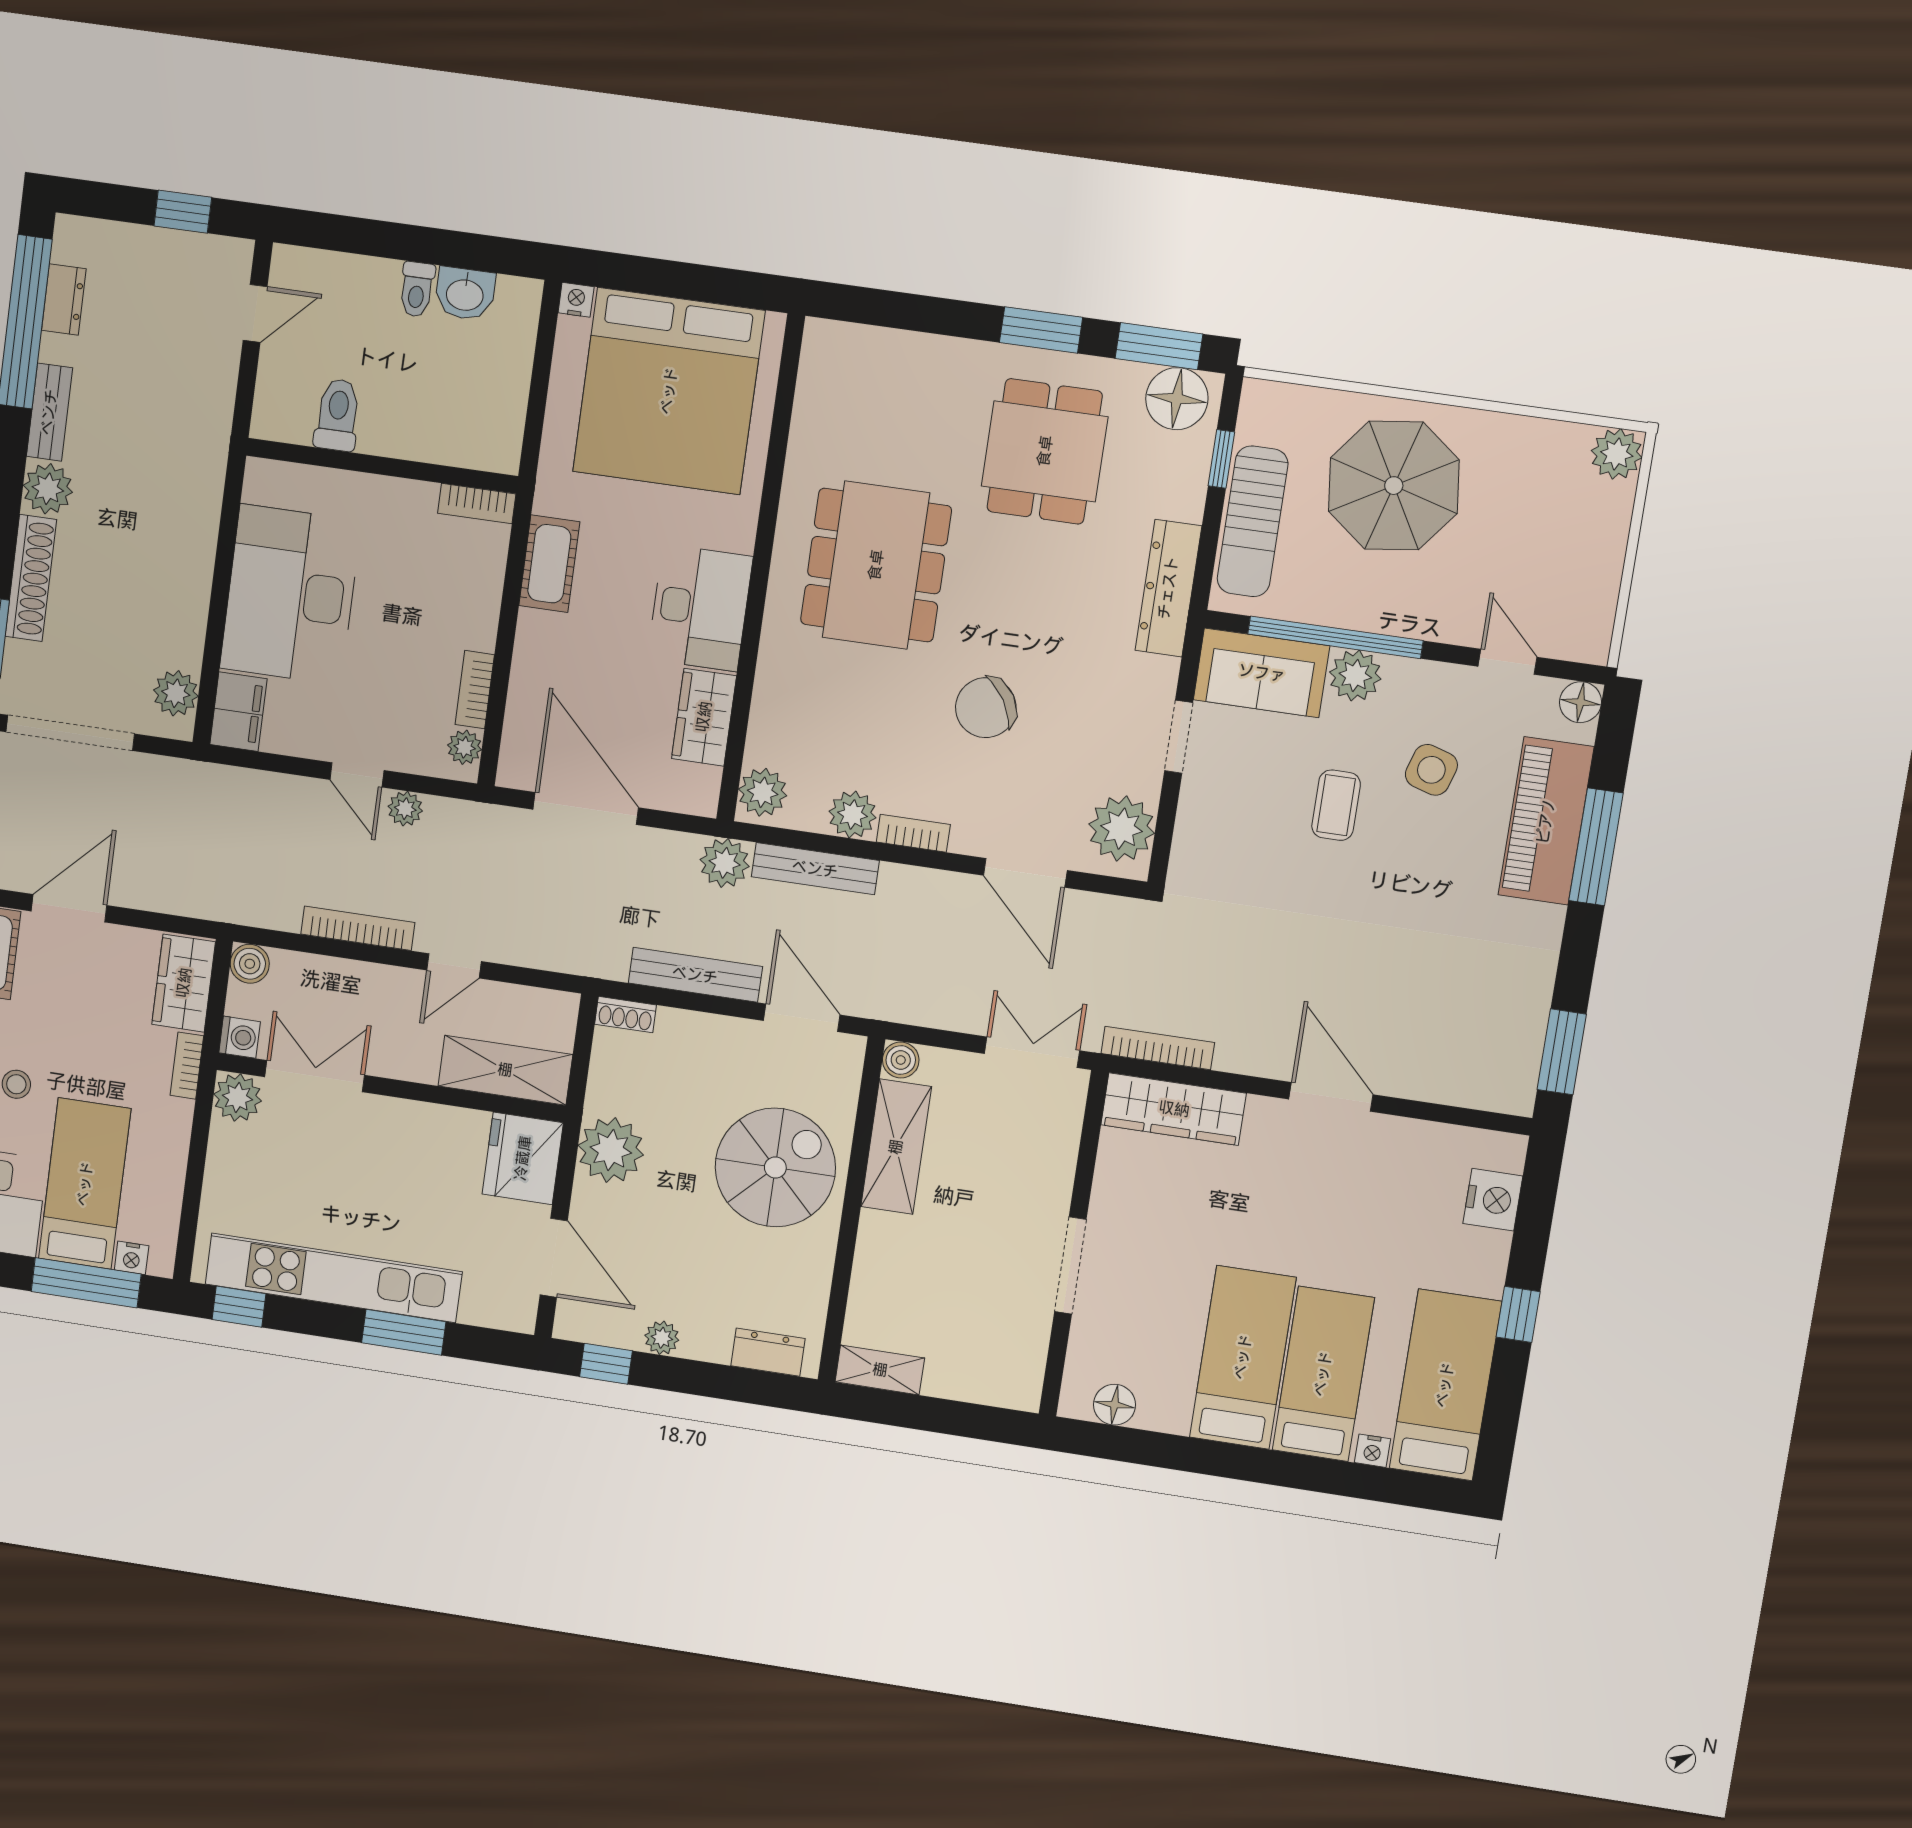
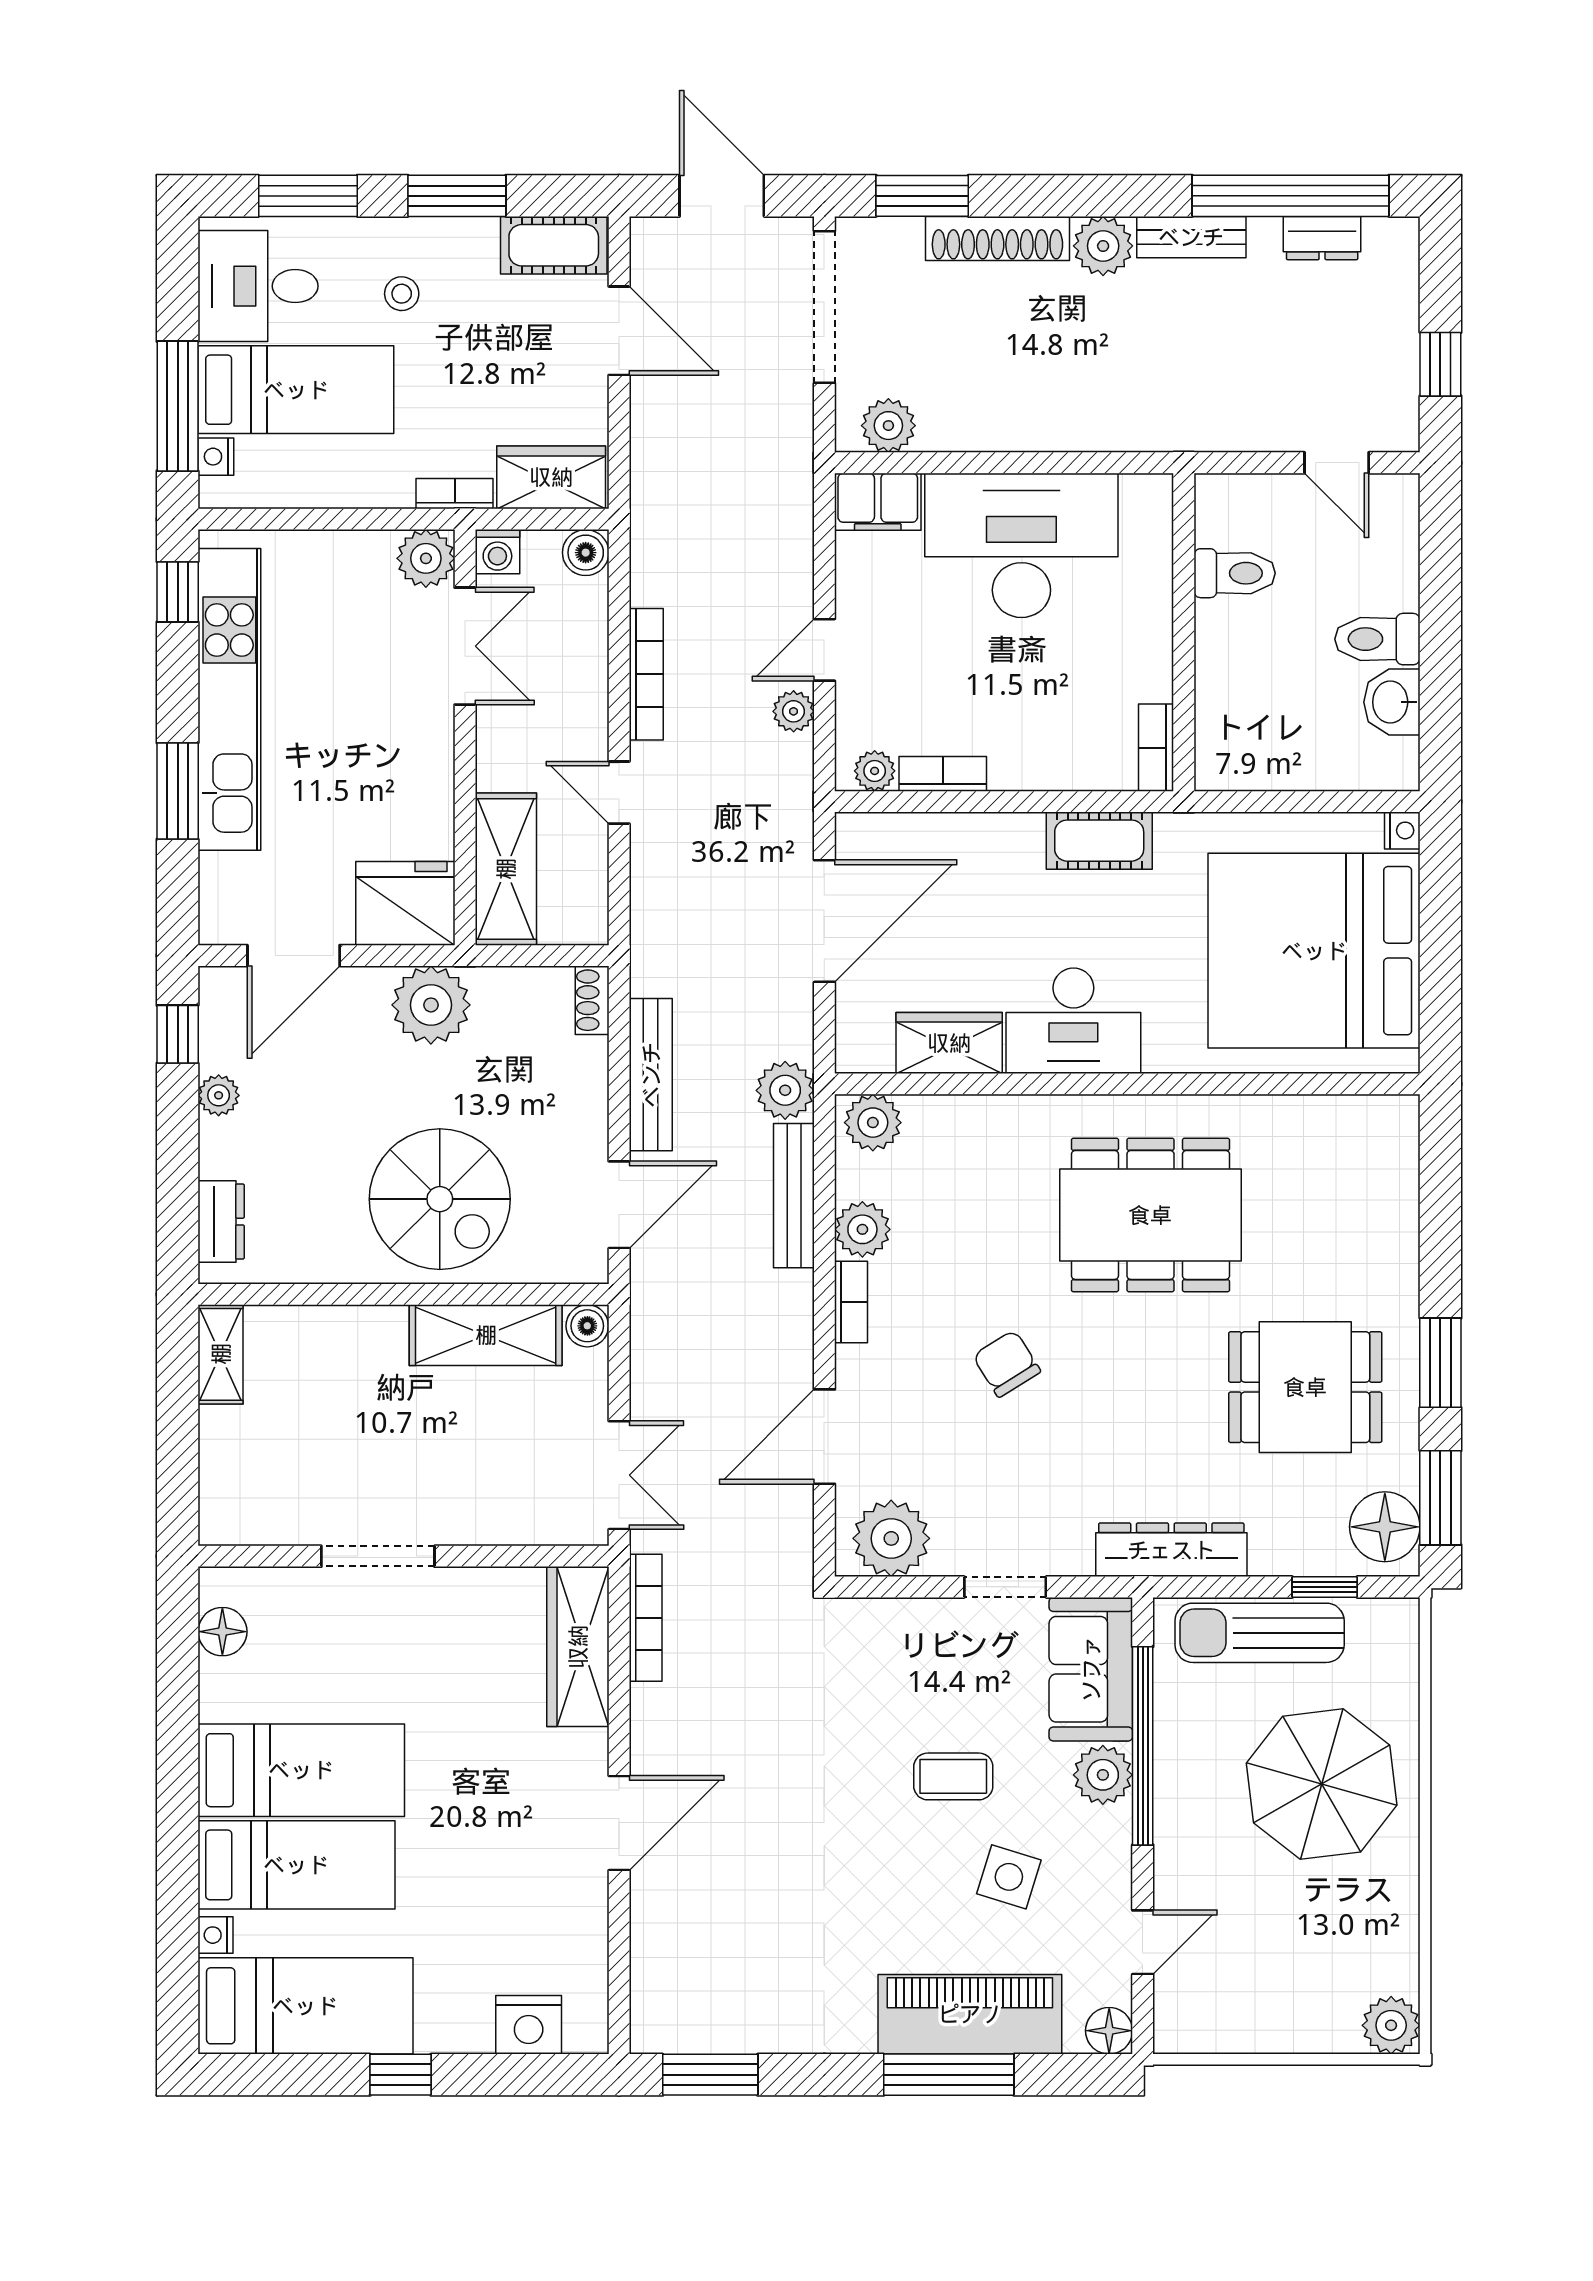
toilet: (417, 289) -> (1377, 639), width x1.37, depth x1.39
chair: (986, 708) -> (1007, 1364), width x0.73, depth x0.73

